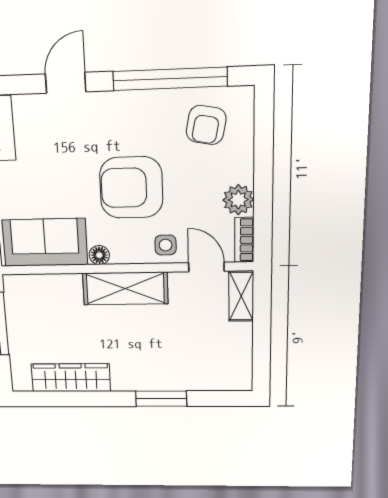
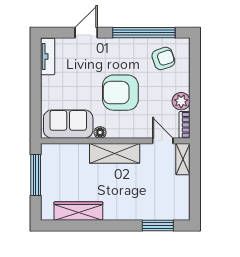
armchair: (206, 125) -> (163, 58), turned -120
side table: (166, 245) -> (139, 127), removed
window: (161, 399) -> (158, 226), moved

